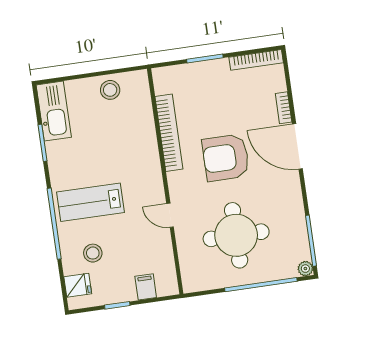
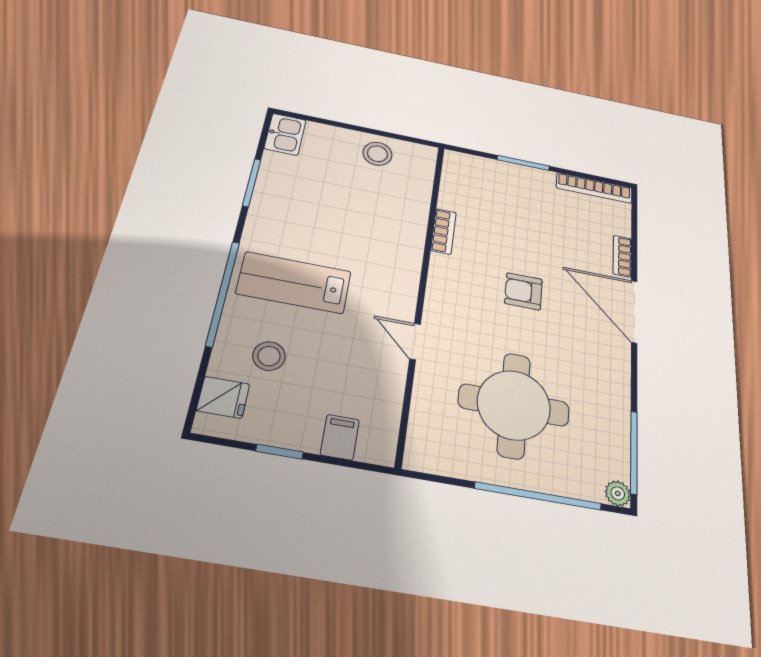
kitchen sink: (54, 111) -> (285, 134), width x0.53, depth x0.81
bookcase: (169, 133) -> (444, 231), width x0.43, depth x0.76
armchair: (226, 158) -> (523, 291), width x0.53, depth x0.53

